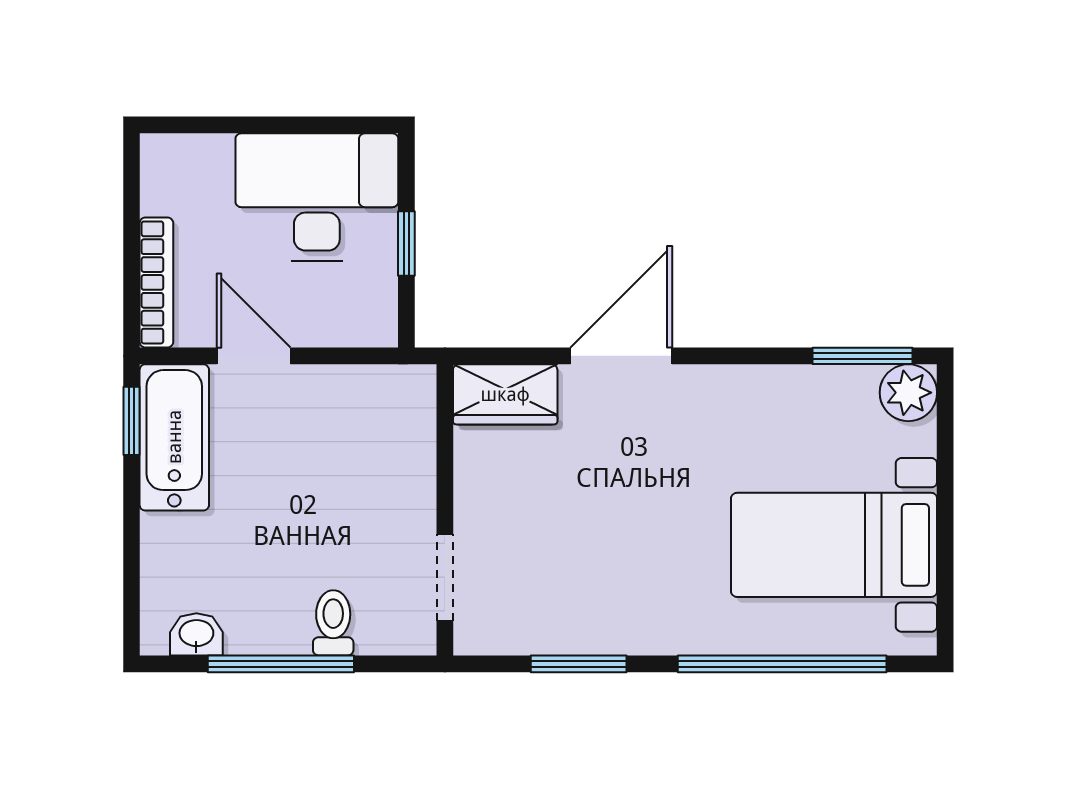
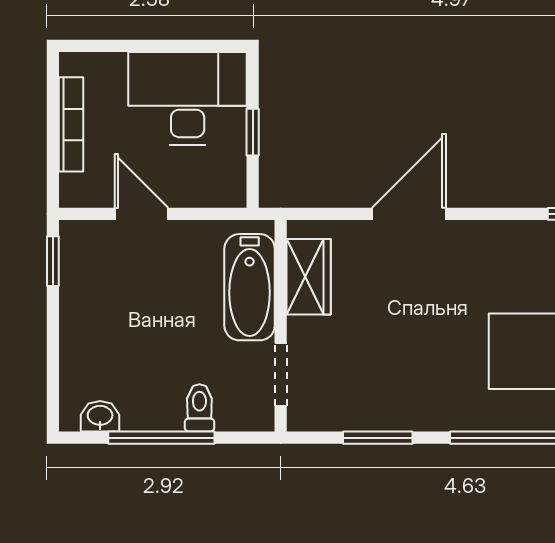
bookcase: (156, 282) -> (71, 124), moved
wardrobe: (505, 394) -> (309, 277), moved, turned -90
bathtub: (174, 437) -> (250, 287), moved, turned 180

